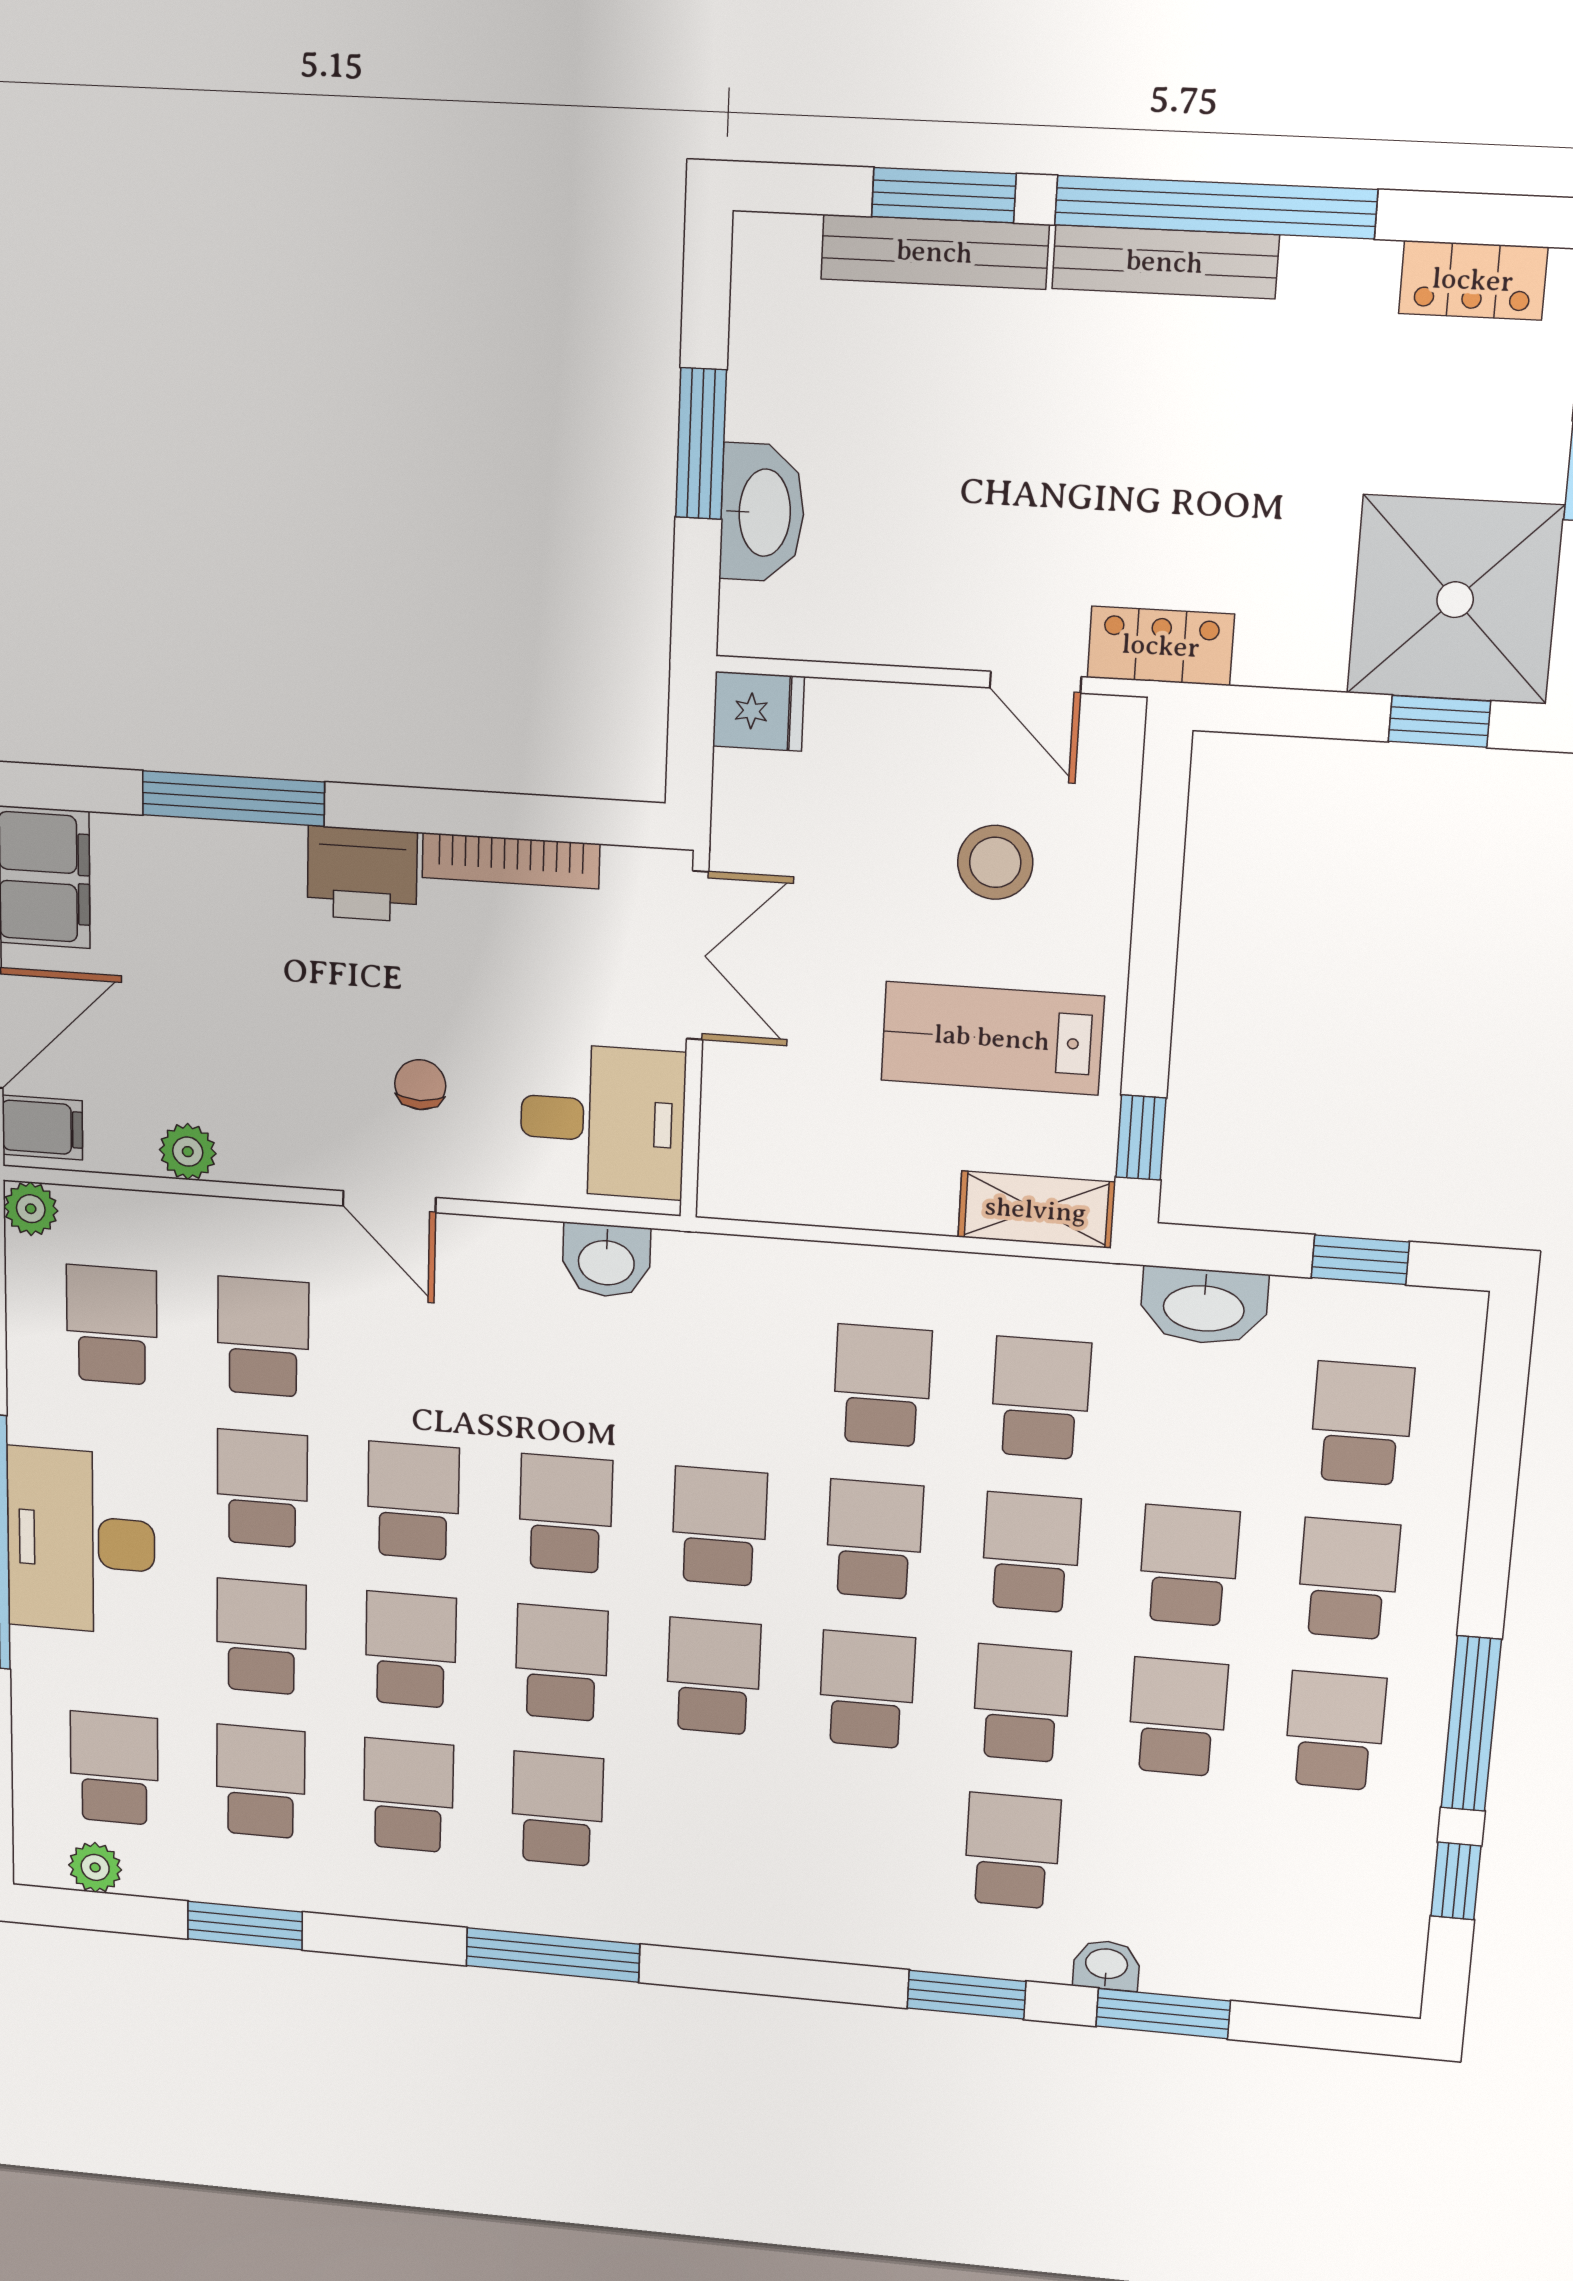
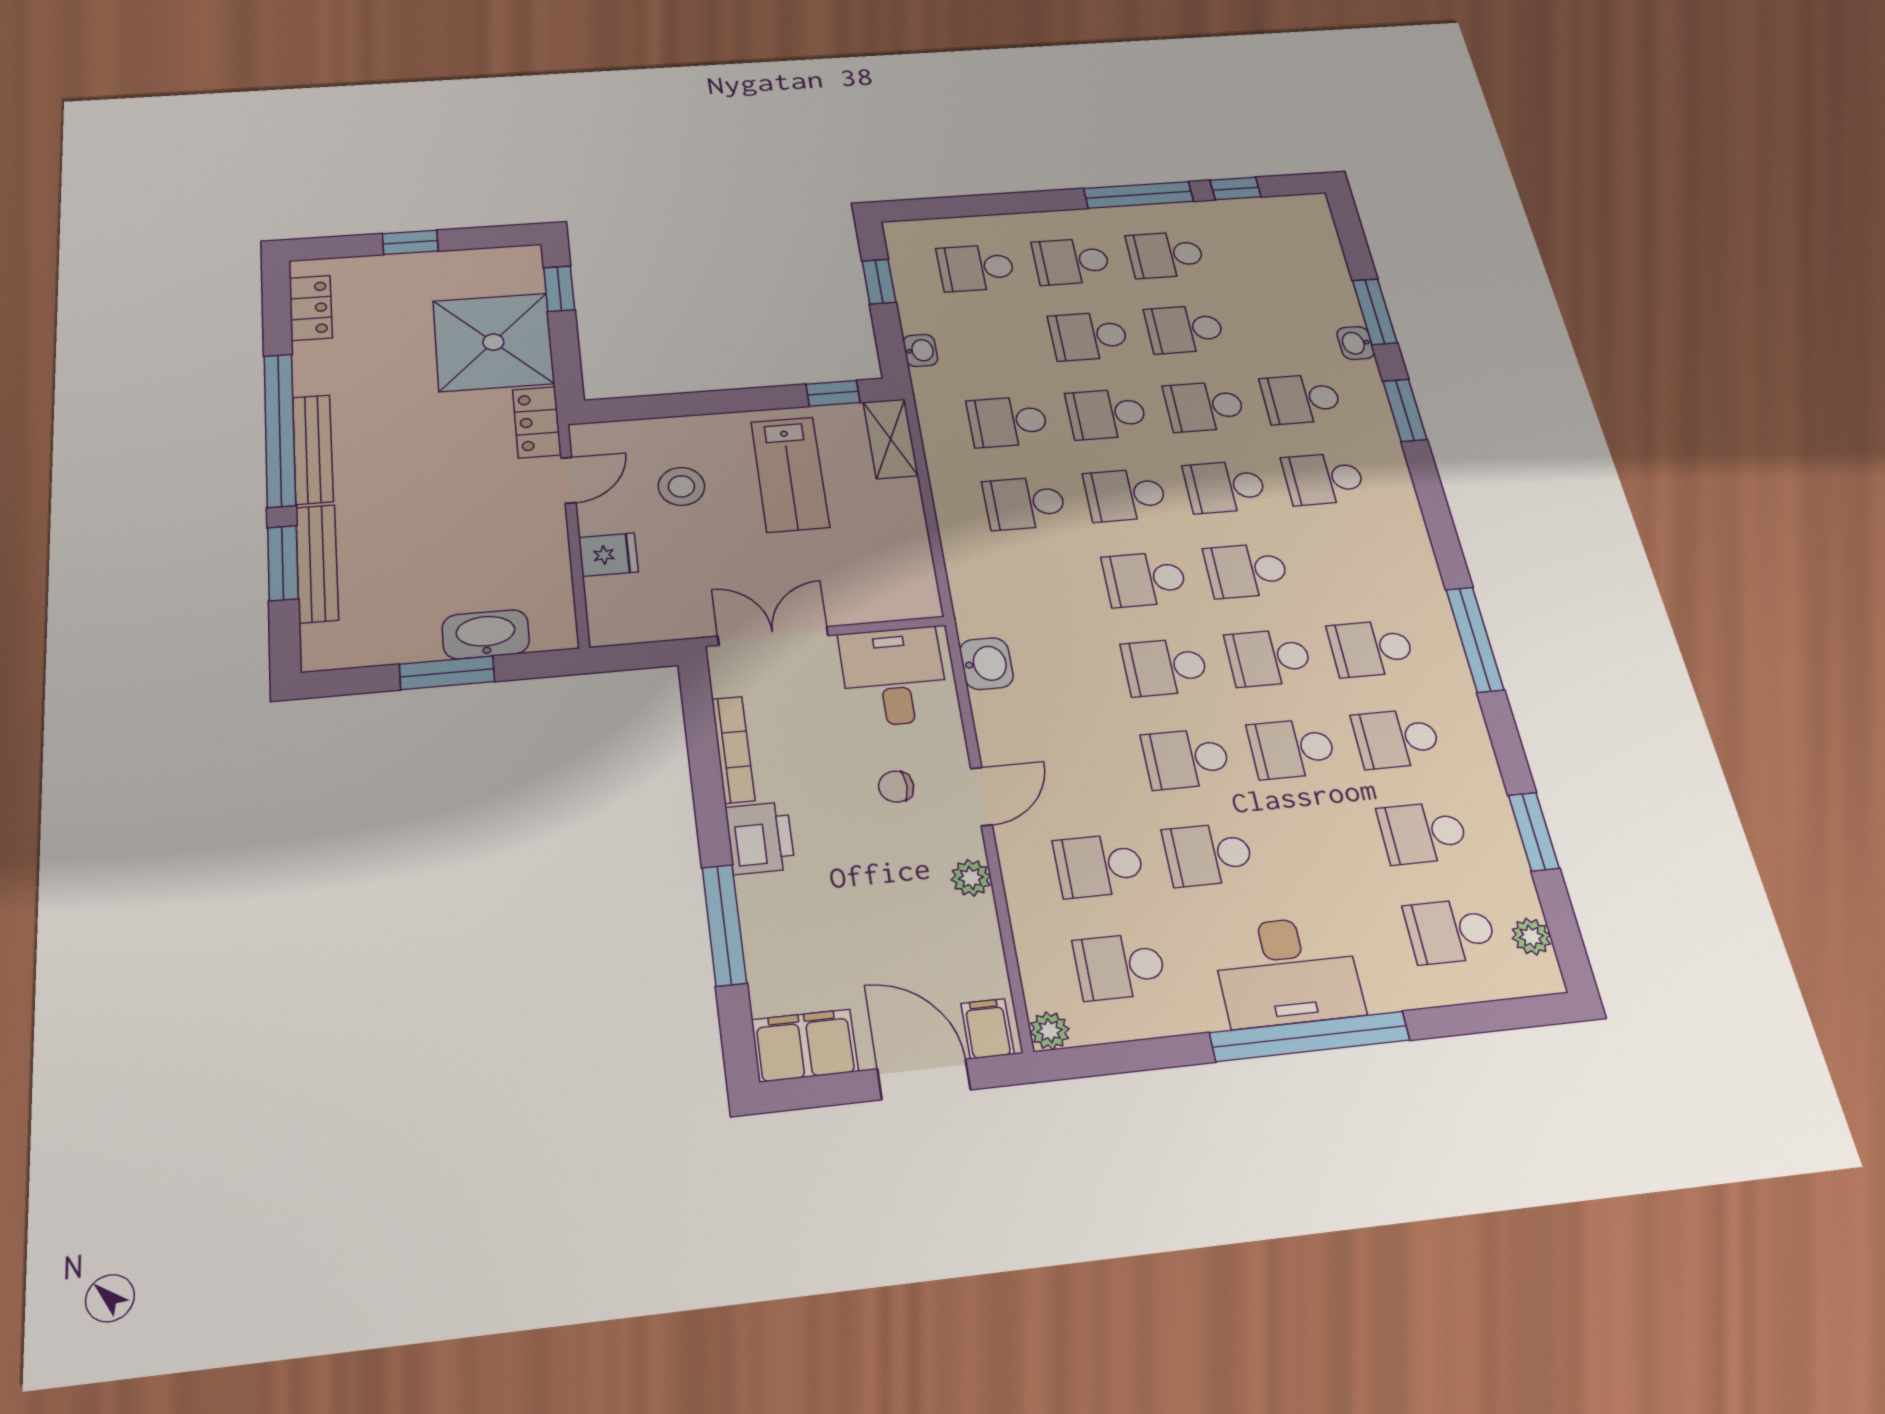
shower: (1455, 600) -> (493, 342), moved
fridge: (758, 711) -> (608, 555), moved, turned 90
plant: (188, 1152) -> (971, 878), moved
washbasin: (1204, 1306) -> (920, 350), width x0.52, depth x0.69
school desk: (261, 1637) -> (1324, 479), moved

